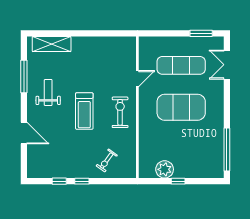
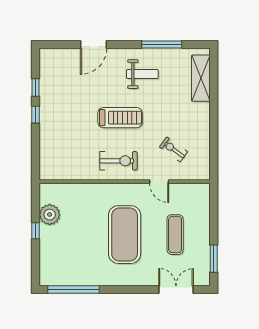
exercise mat: (181, 65) -> (175, 235), width x0.73, depth x0.69
treadmill: (84, 111) -> (120, 118), turned 180
exercise bike: (107, 160) -> (173, 149), moved

